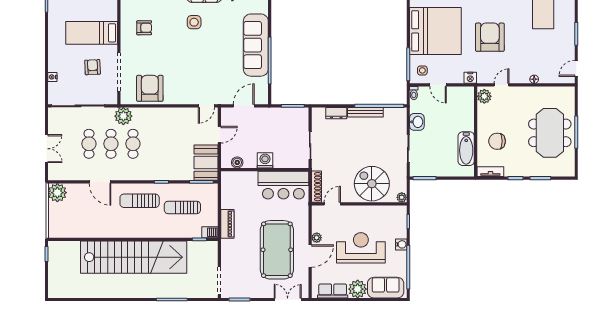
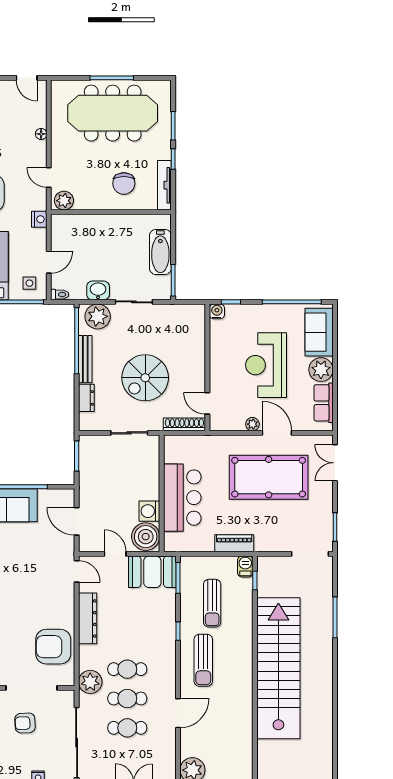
dresser: (171, 114) -> (88, 618), added
meeting table: (550, 133) -> (113, 113), width x1.36
bathtub: (466, 149) -> (160, 252), moved, turned 90
washing machine: (265, 160) -> (149, 511), moved
boiler: (237, 162) -> (146, 537), width x1.86, depth x1.86
tv unit: (490, 172) -> (164, 185), width x1.41
spiral stairs: (372, 184) -> (145, 378), moved
bar counter: (283, 185) -> (182, 498), moved
plant: (402, 197) -> (98, 316), moved, width x1.88, depth x1.88
water cooler: (401, 244) -> (217, 311), moved

